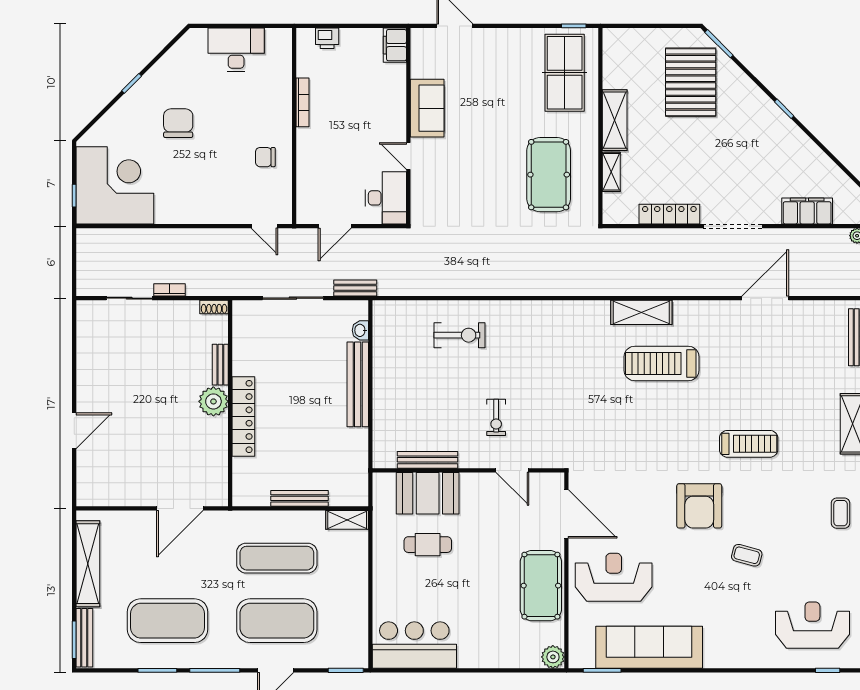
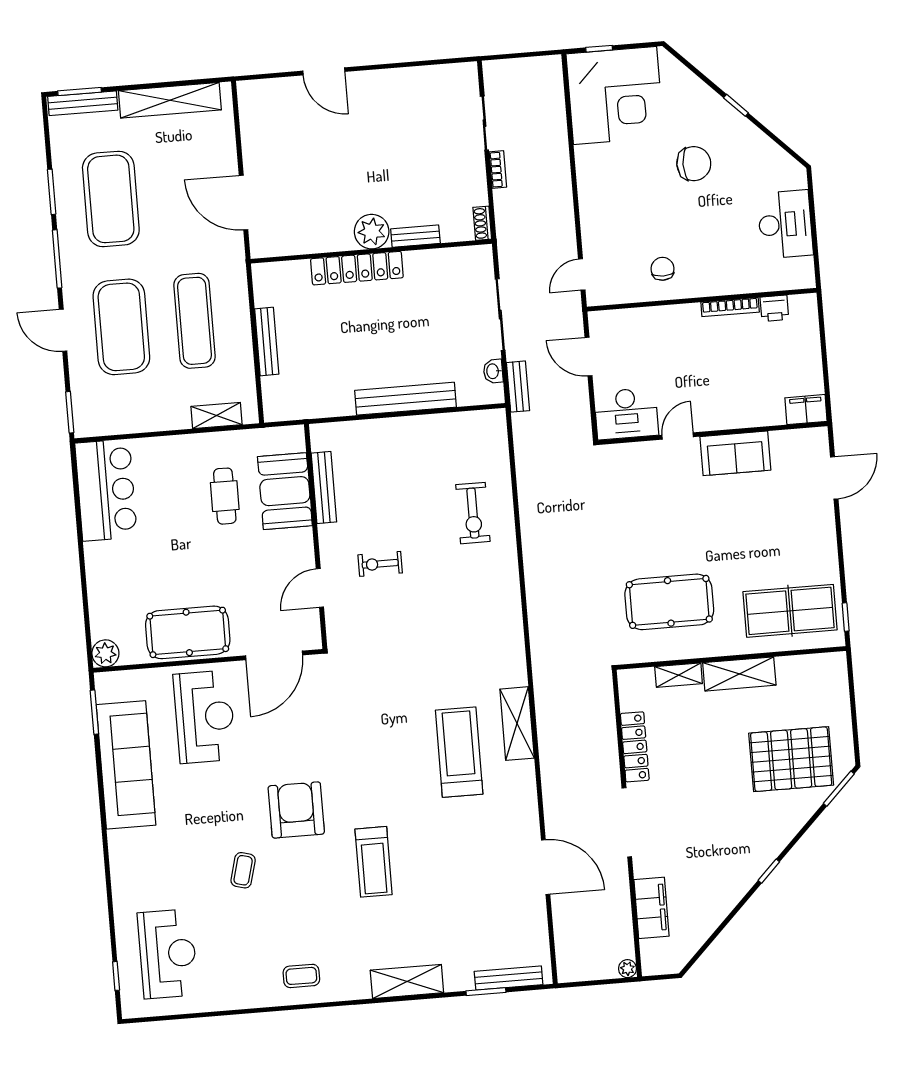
printer: (327, 38) -> (774, 308), moved, turned -90
washbasin: (360, 330) -> (493, 371), moved, turned -90
armchair: (699, 506) -> (296, 810), turned 90
shelving: (347, 520) -> (217, 416), moved, turned 90

